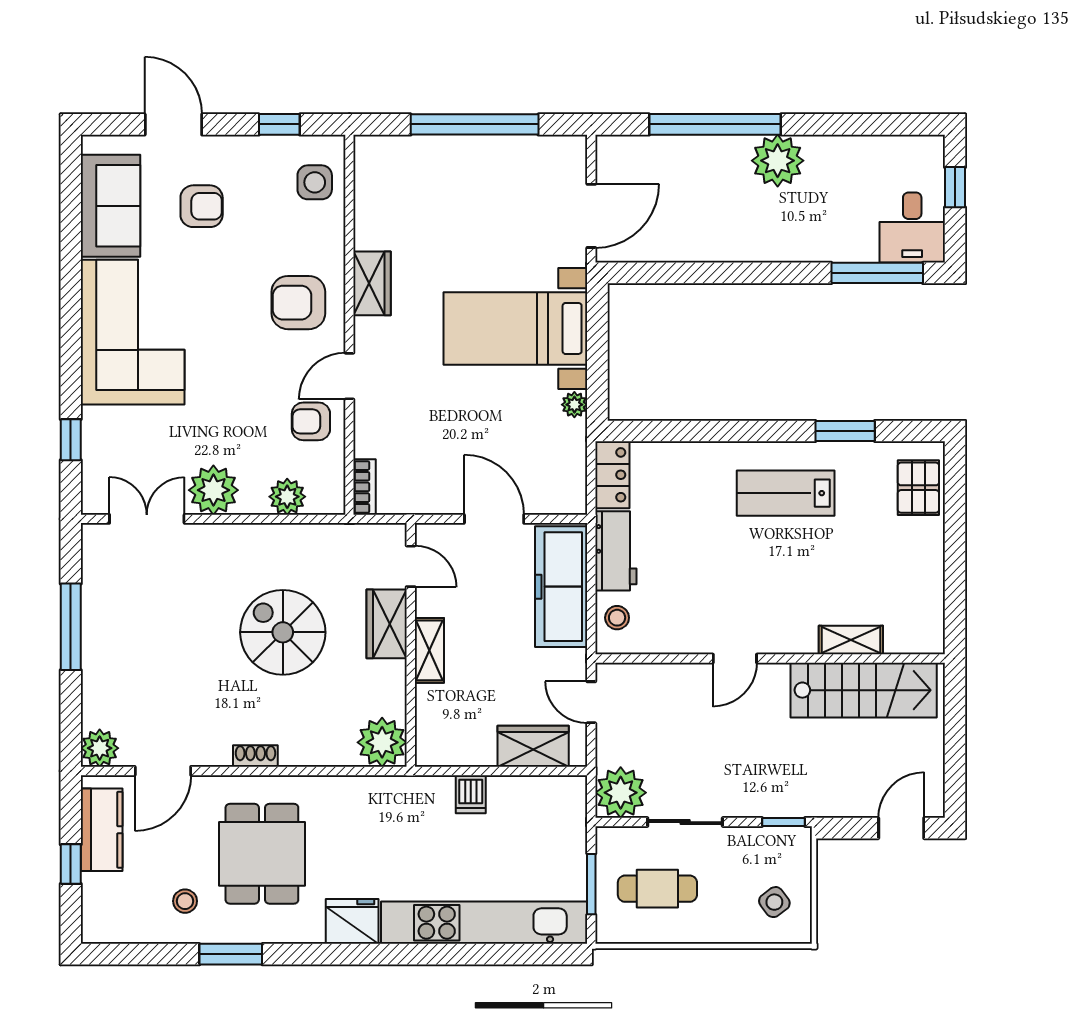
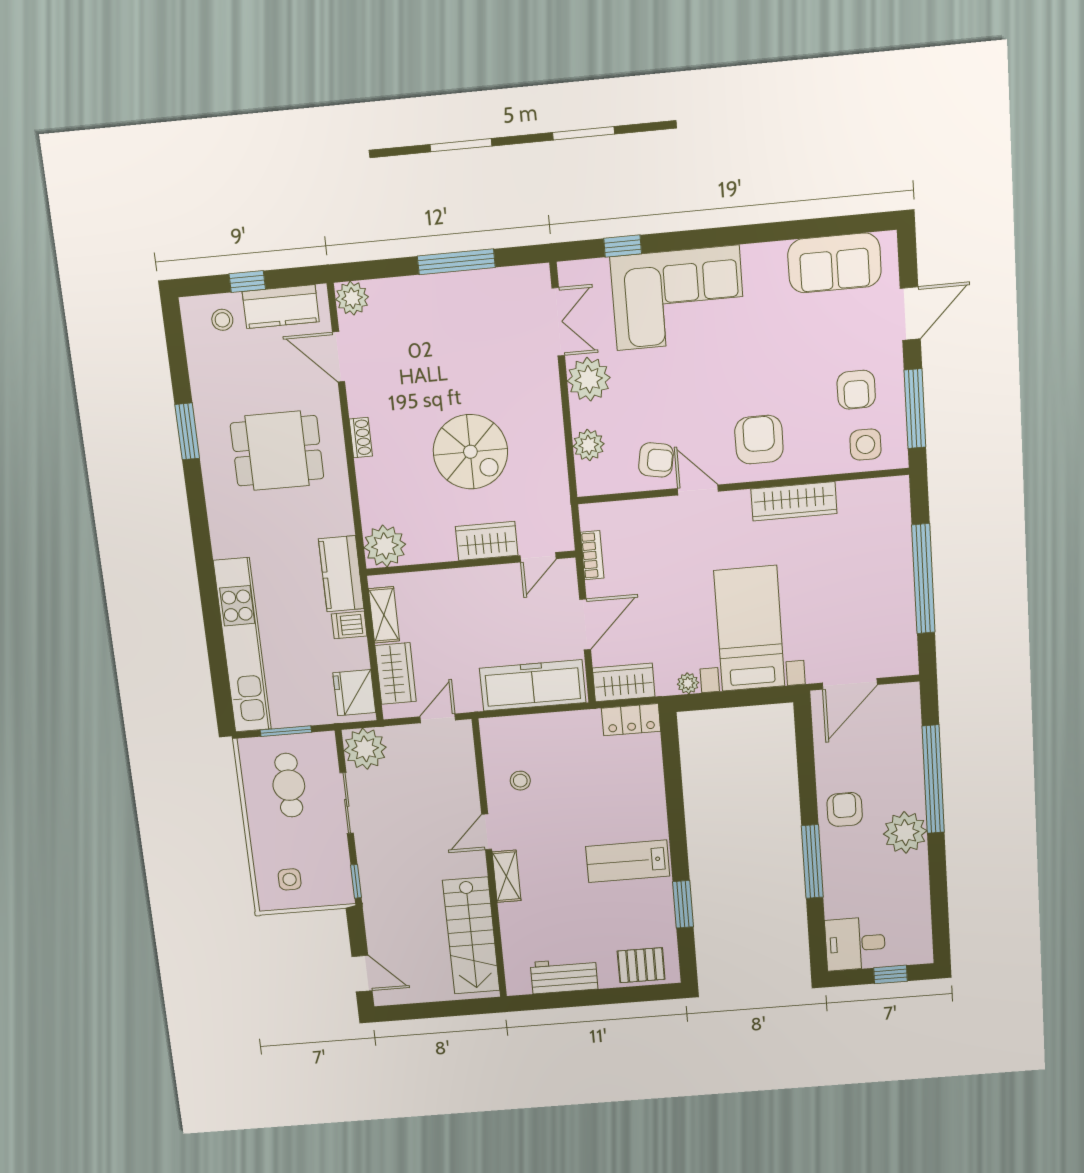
window: (279, 124) -> (915, 409), width x2.17
armchair: (202, 206) -> (856, 390), moved
door: (591, 216) -> (850, 684), hinge flipped
armchair: (743, 231) -> (845, 809), added
window: (877, 273) -> (812, 862), moved
wardrobe: (372, 283) -> (794, 501), width x1.50
corner sofa: (133, 332) -> (678, 298), moved
armchair: (311, 421) -> (656, 460), turned 100
wardrobe: (567, 480) -> (624, 682), added
bookcase: (365, 487) -> (592, 555), moved, turned -90
lab bench: (786, 493) -> (628, 861), turned -90
workbench: (616, 551) -> (564, 976), moved, turned 180
stool: (617, 618) -> (520, 781), moved
spiral stairs: (283, 632) -> (470, 452), turned 90
shelving: (851, 640) -> (507, 876), moved
shelving: (429, 650) -> (384, 615), moved, turned 90
door: (735, 659) -> (487, 832), hinge flipped
kitchen counter: (410, 797) -> (341, 574), added
stool: (185, 901) -> (222, 320), moved
side table: (774, 902) -> (290, 879), turned 37
fridge: (352, 921) -> (354, 693), moved, turned 180

